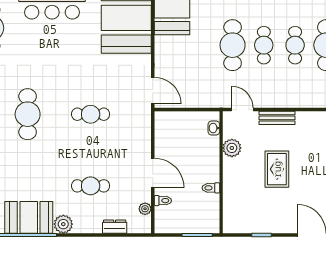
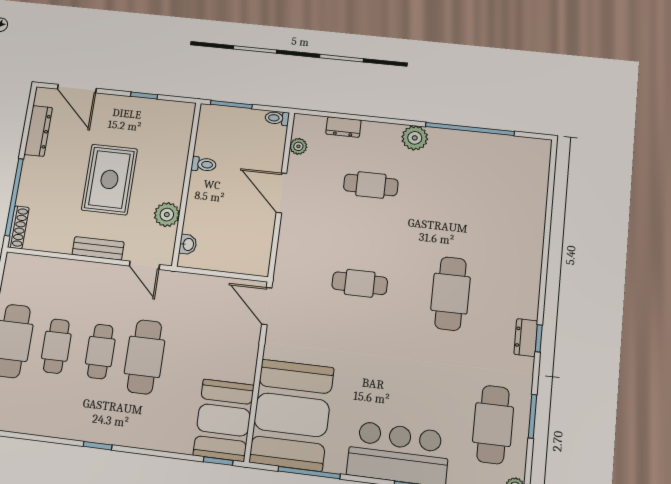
rug: (277, 169) -> (109, 179), width x1.36, depth x1.43
toilet: (163, 201) -> (277, 118), moved
booth: (29, 217) -> (462, 152), removed

